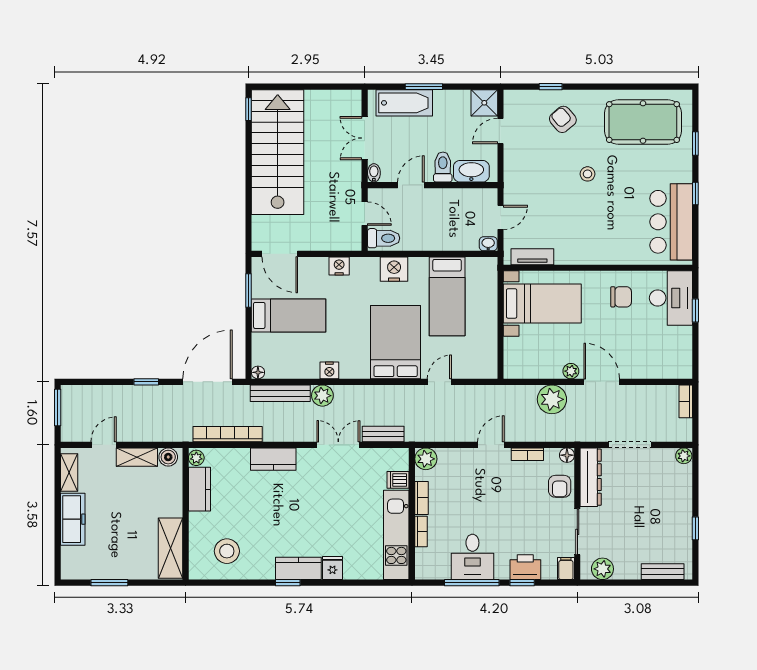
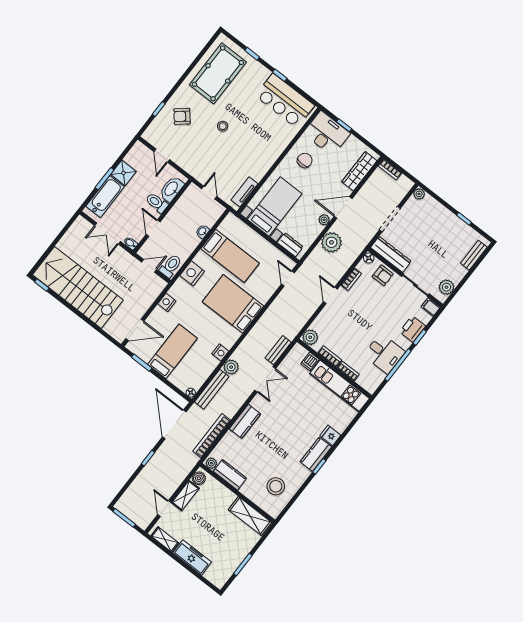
shower: (484, 103) -> (123, 173), moved
washbasin: (488, 244) -> (202, 231), moved
dresser: (513, 355) -> (290, 245), added
wardrobe: (657, 368) -> (359, 171), added
door: (439, 382) -> (288, 279), moved
double door: (338, 445) -> (265, 379), swing flipped

